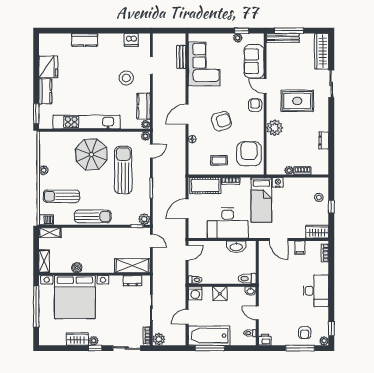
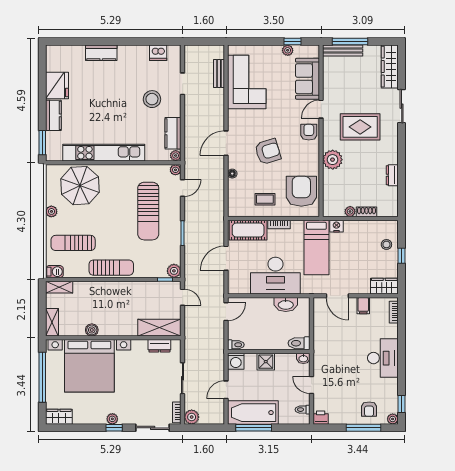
door: (265, 86) -> (321, 109), hinge flipped
parasol: (91, 154) -> (80, 186), moved
sun lounger: (123, 170) -> (148, 211), turned 180
wardrobe: (77, 339) -> (59, 417), moved

